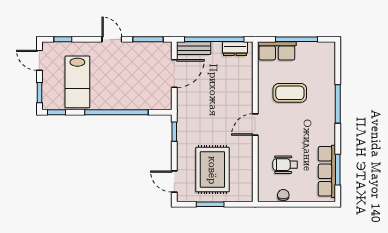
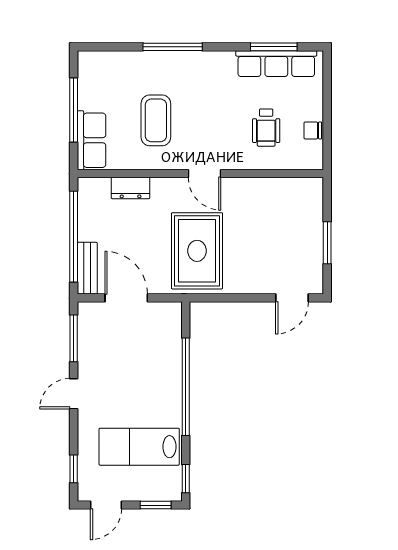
dresser: (235, 49) -> (131, 188), moved, turned 90
lab bench: (77, 82) -> (139, 447), turned 180
window: (174, 132) -> (215, 298), removed
rug: (212, 170) -> (197, 251), moved, turned 90

